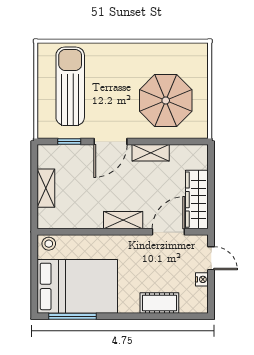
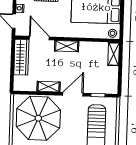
parasol: (166, 100) -> (38, 118), width x1.36, depth x1.36
shelving: (46, 188) -> (114, 54), moved
door: (168, 232) -> (39, 38), swing flipped

